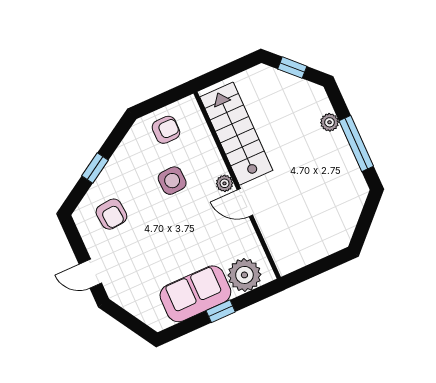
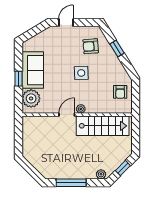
plant: (330, 122) -> (101, 174), moved
side table: (172, 181) -> (81, 73), moved

